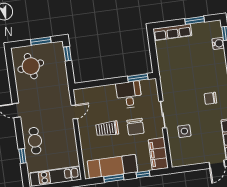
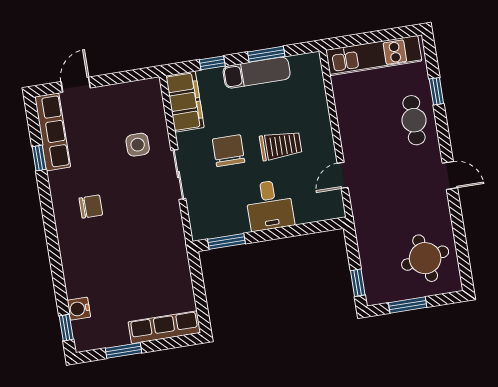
desk: (129, 95) -> (270, 205), moved
exam couch: (112, 166) -> (257, 73), width x0.73, depth x0.69

